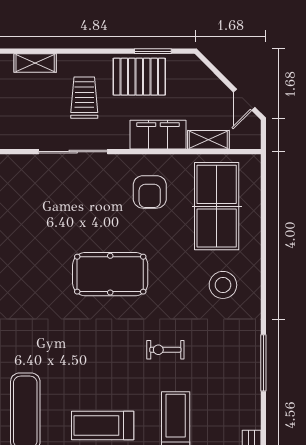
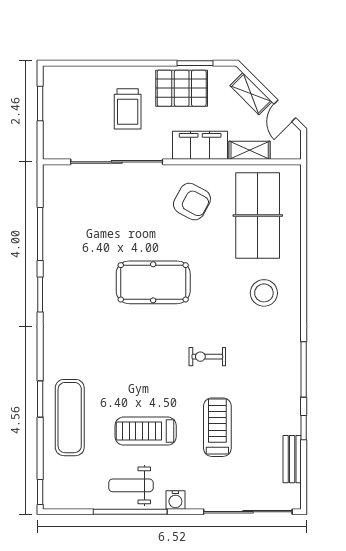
shelving: (35, 63) -> (251, 94), moved, turned 45
trolley: (84, 98) -> (128, 109), turned 180
sliding door: (73, 152) -> (117, 162), width x1.36
armchair: (150, 192) -> (192, 202), turned -62
window: (263, 422) -> (304, 428), added

